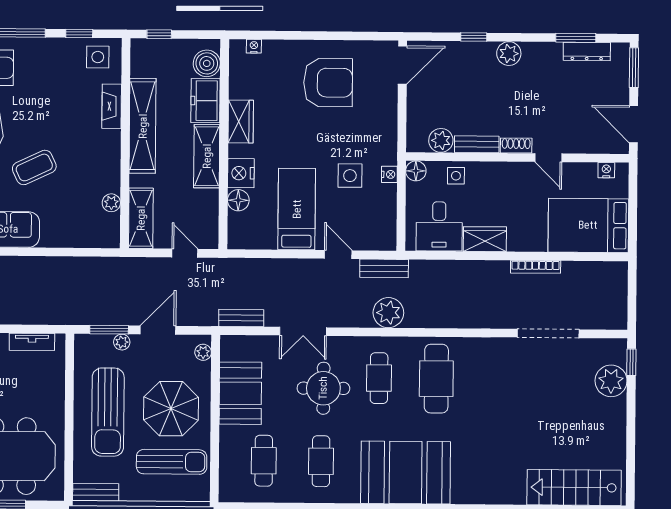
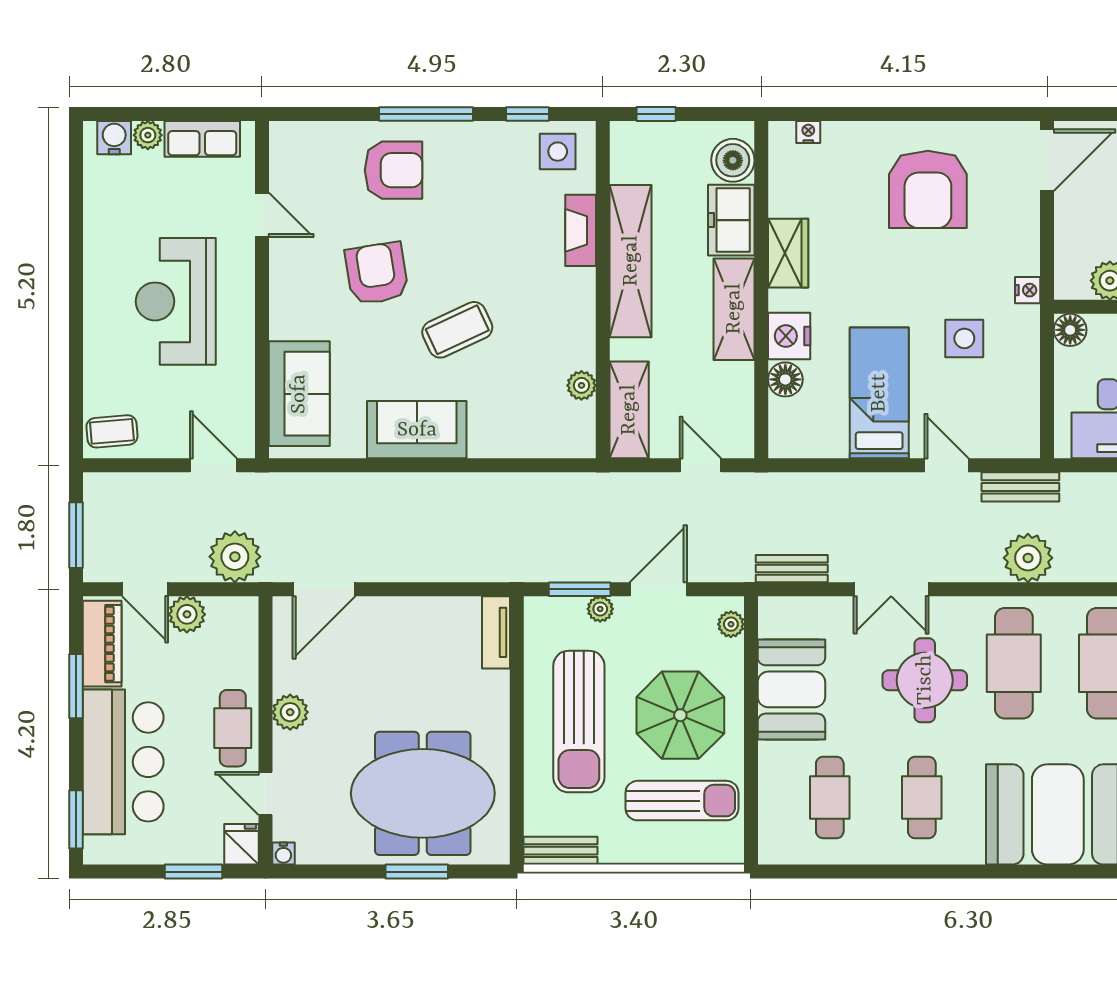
armchair: (328, 83) -> (928, 189), turned 90
nightstand: (389, 174) -> (1028, 290), moved
tv unit: (32, 342) -> (496, 632), moved, turned 90
cafe table: (379, 378) -> (1014, 663), width x1.37, depth x1.35

